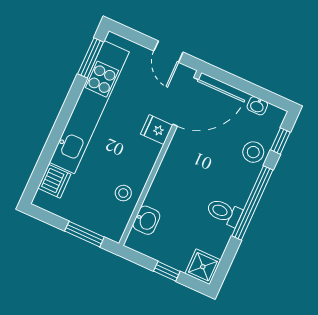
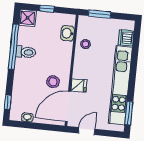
door: (168, 52) -> (87, 131), hinge flipped
stool: (253, 152) -> (53, 82), moved
window: (252, 203) -> (13, 47), moved

